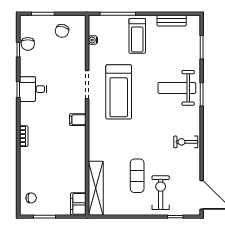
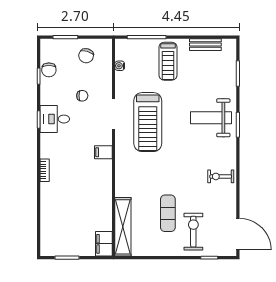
chair: (31, 198) -> (82, 96), moved

